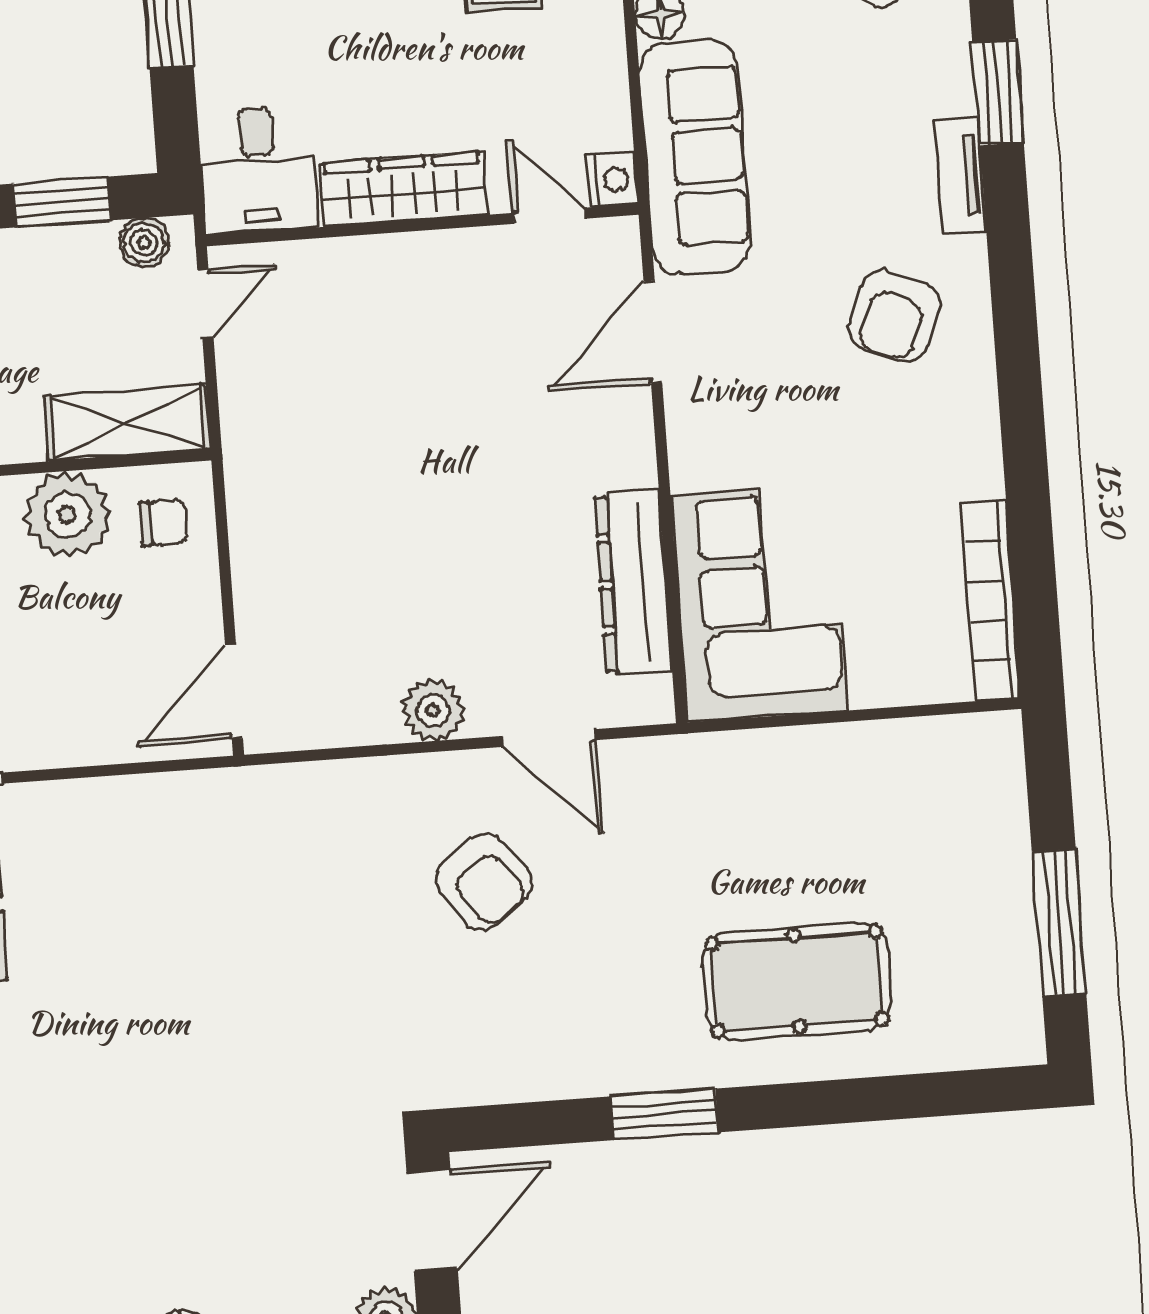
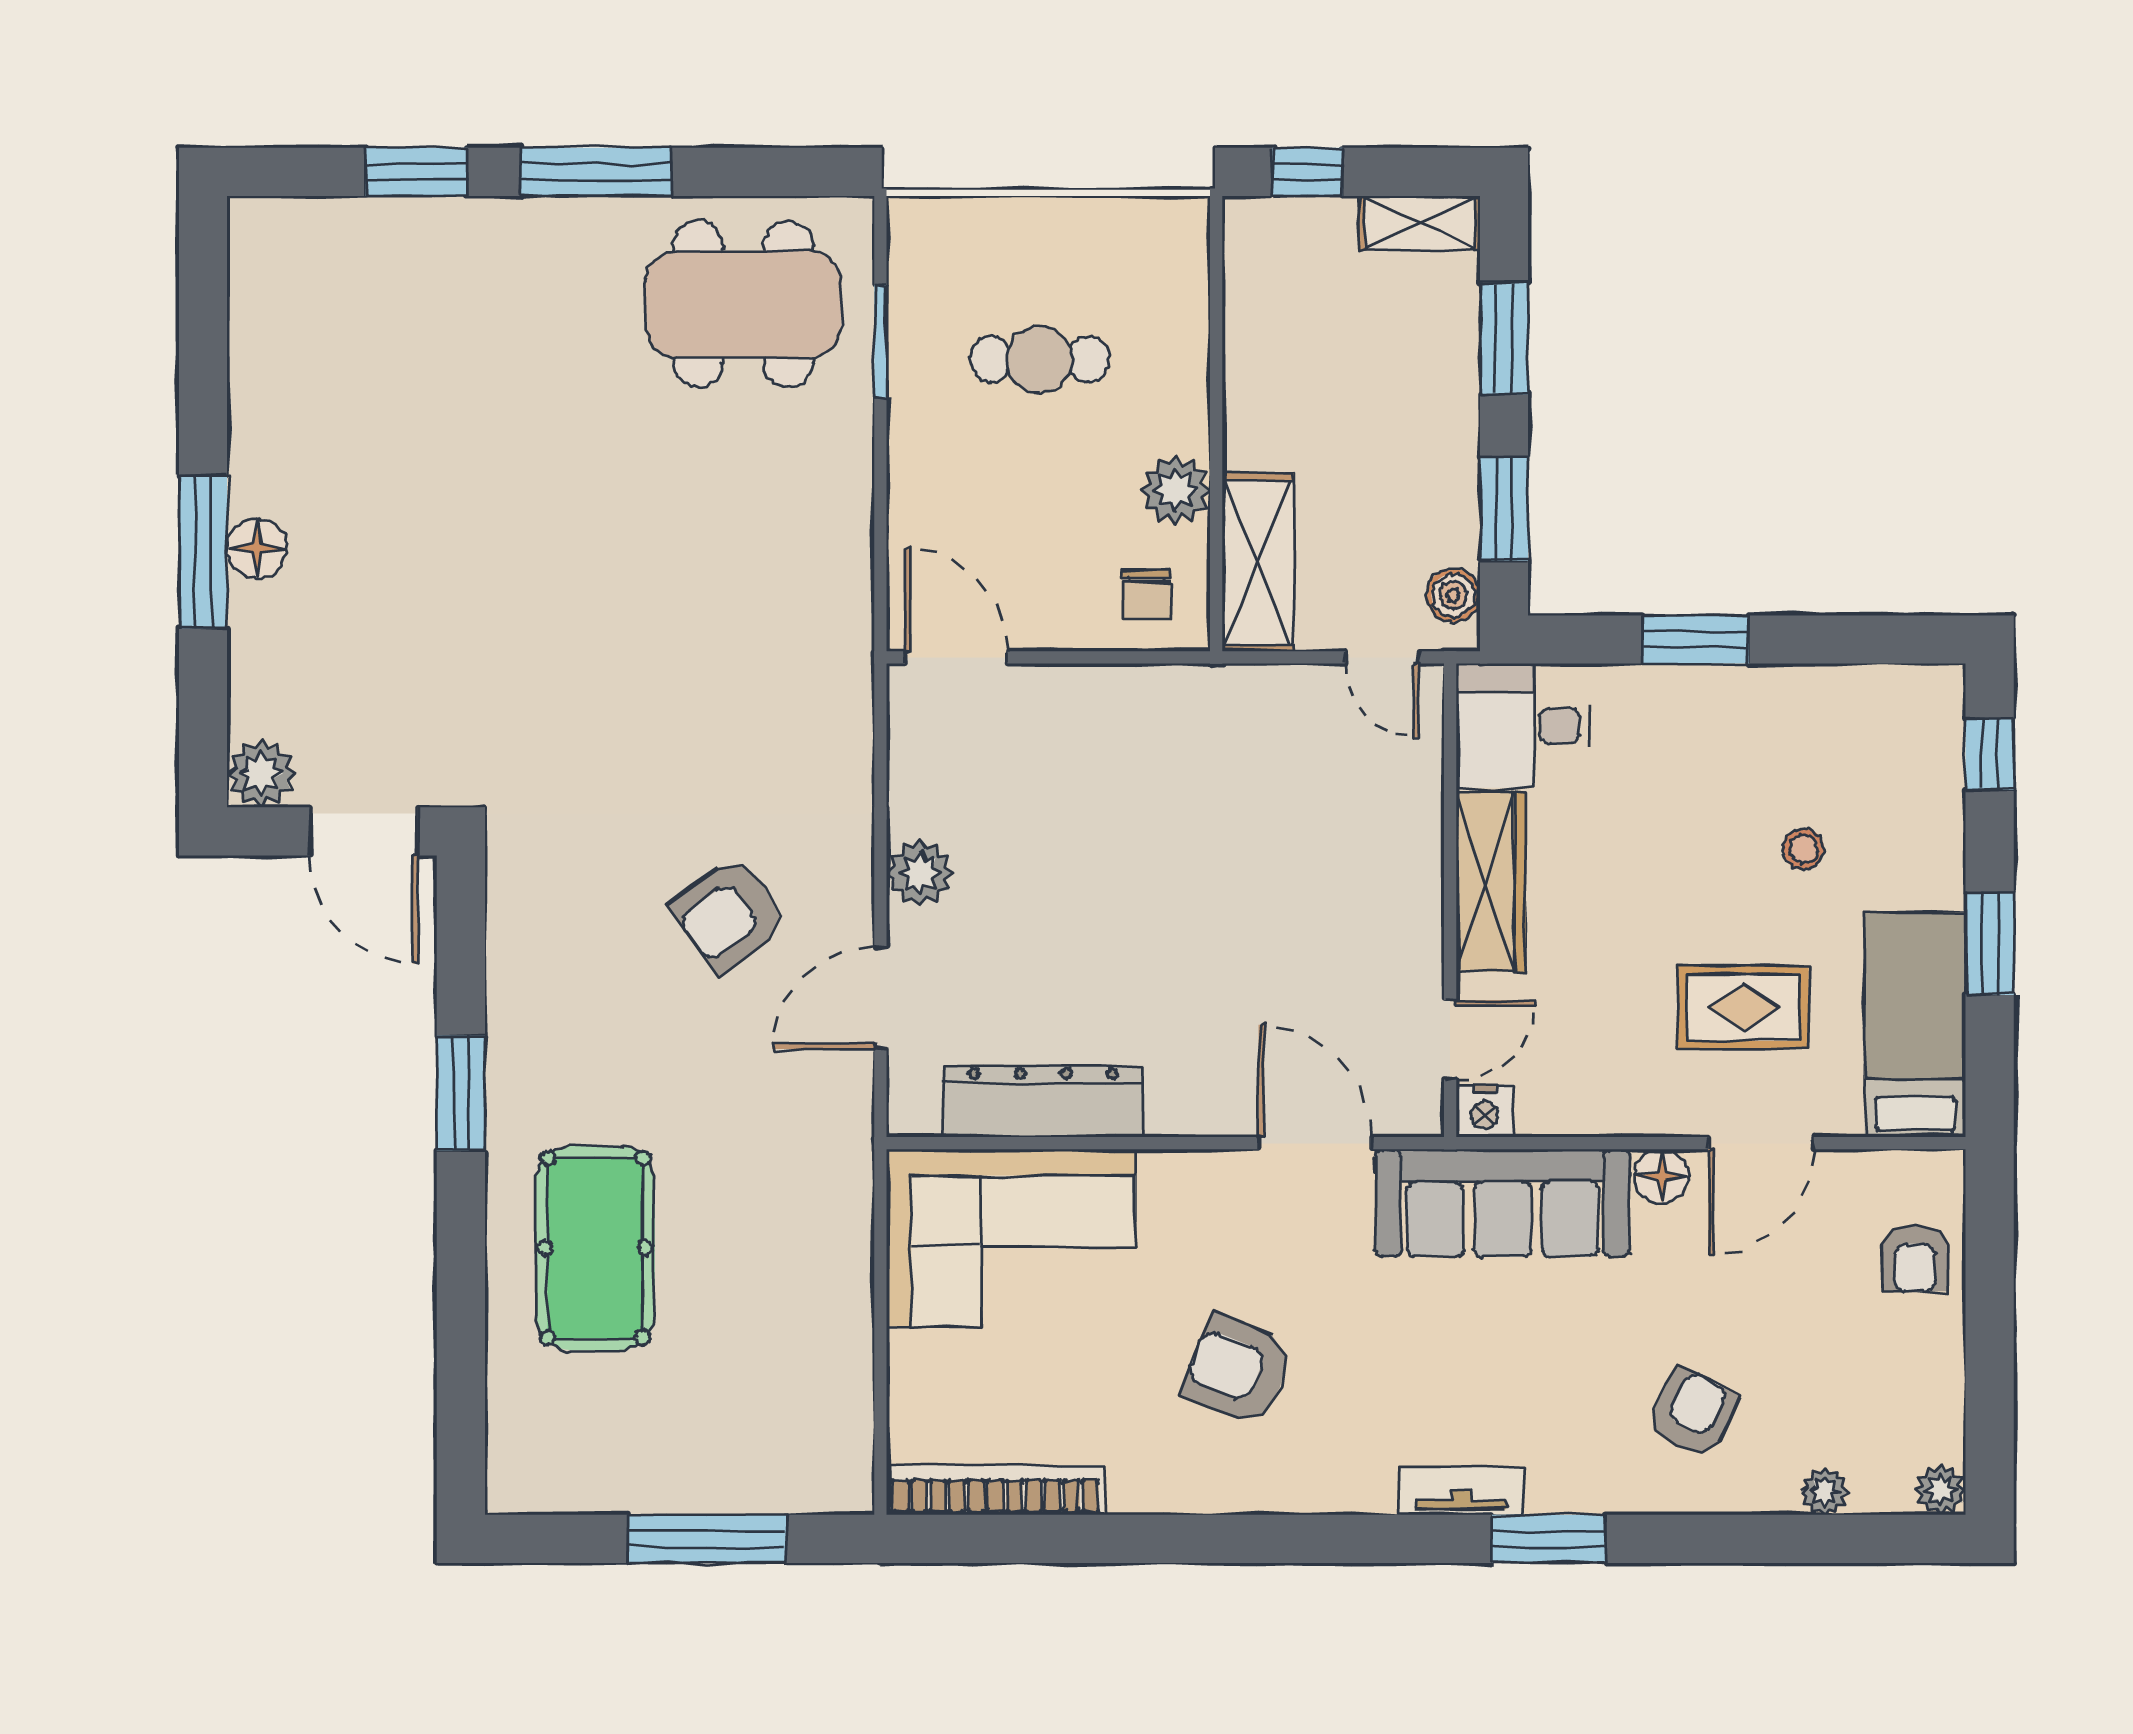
armchair: (894, 316) -> (1238, 1370), moved
plant: (67, 515) -> (1175, 490), width x0.73, depth x0.73
window: (1059, 922) -> (707, 1539), moved

